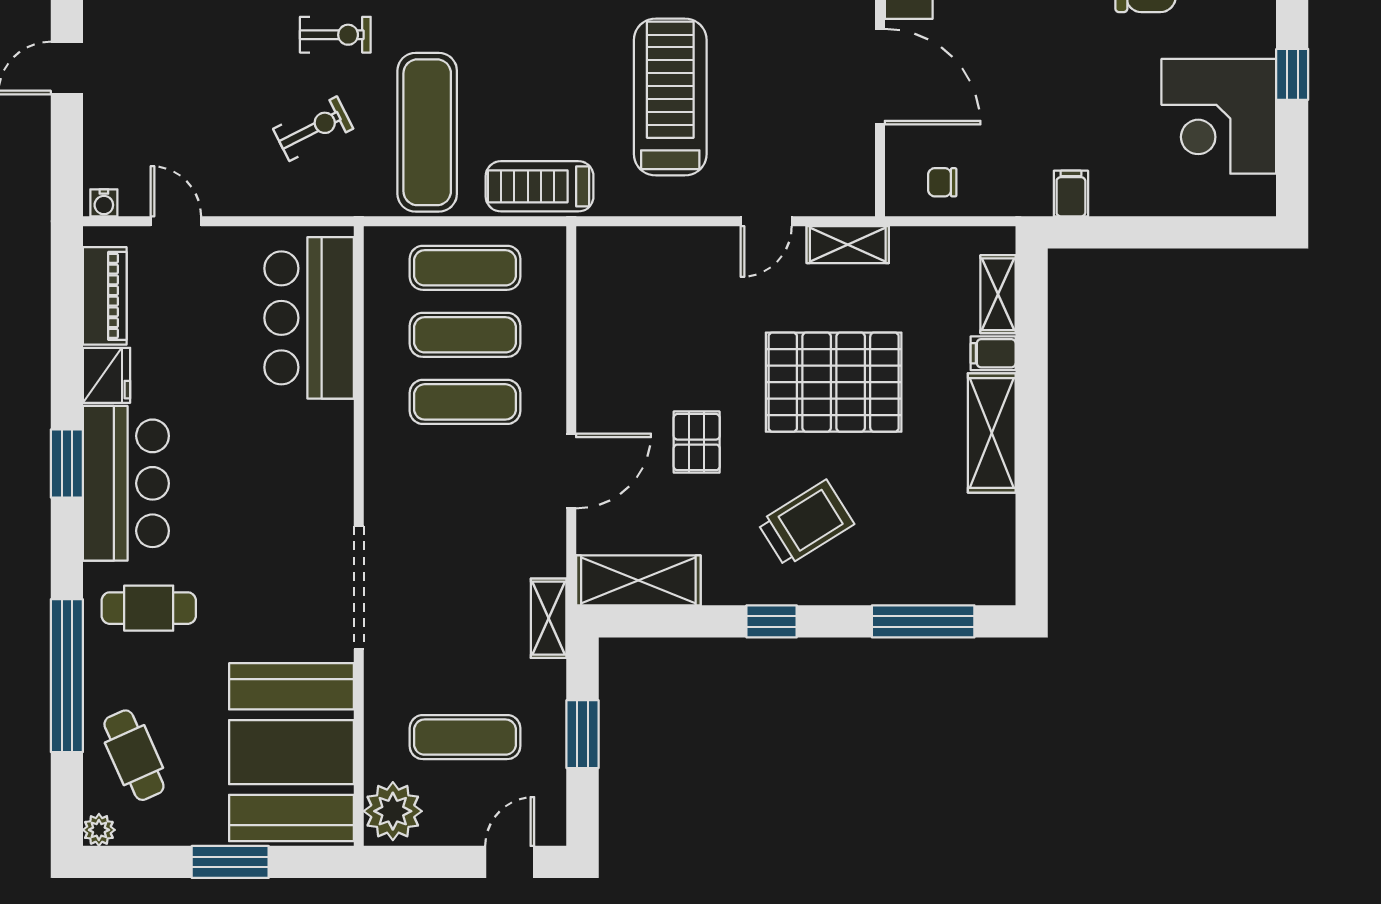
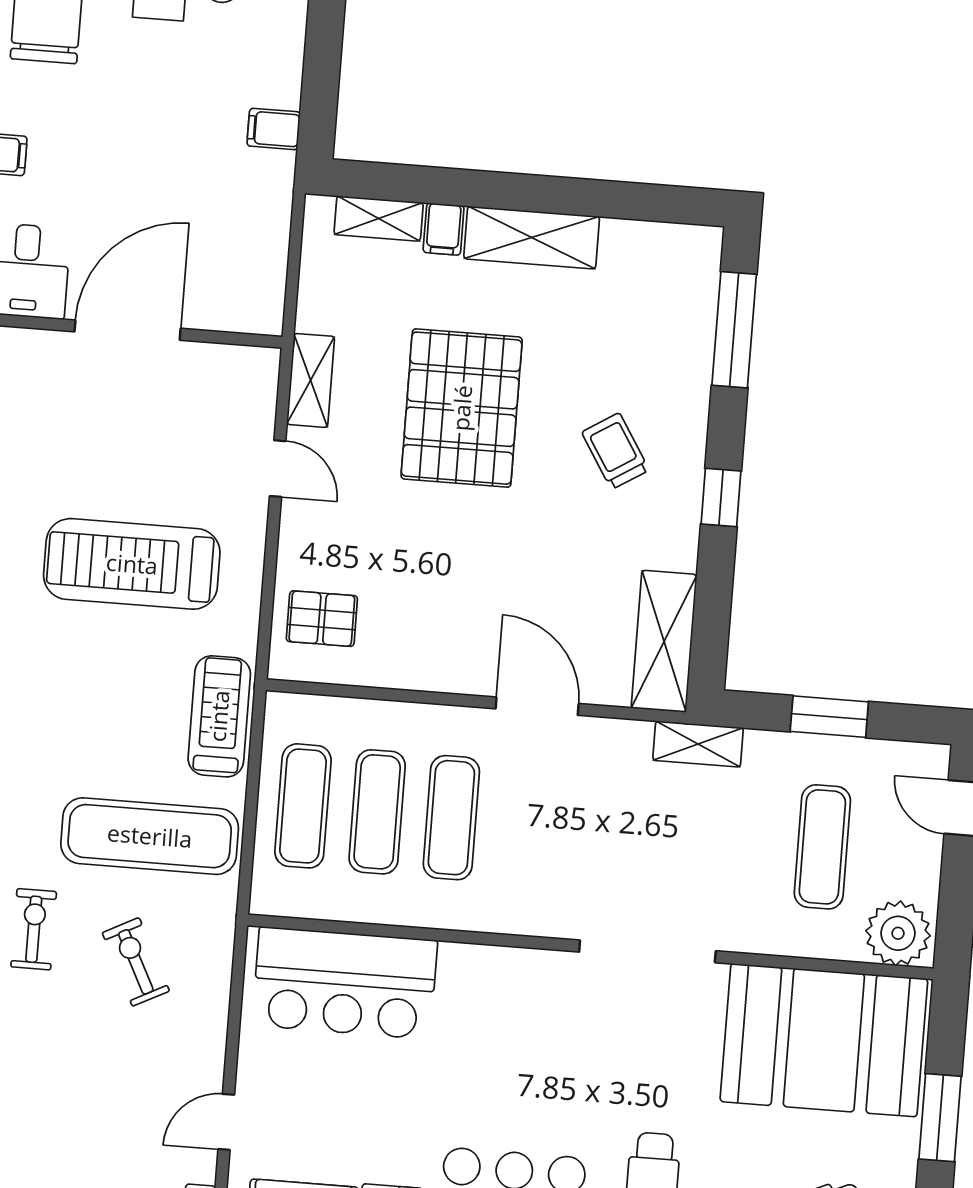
chair: (942, 182) -> (250, 270), removed
treadmill: (540, 186) -> (219, 716), turned 180
pallet: (697, 442) -> (322, 619), moved
trolley: (806, 523) -> (615, 451), width x0.73, depth x0.72

